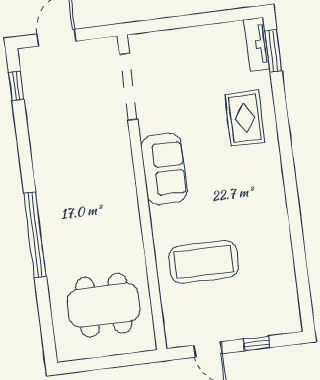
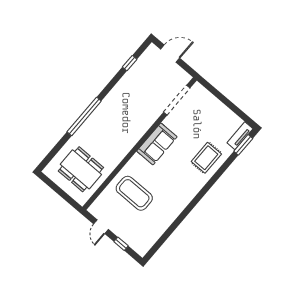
window: (16, 86) -> (130, 63), moved

